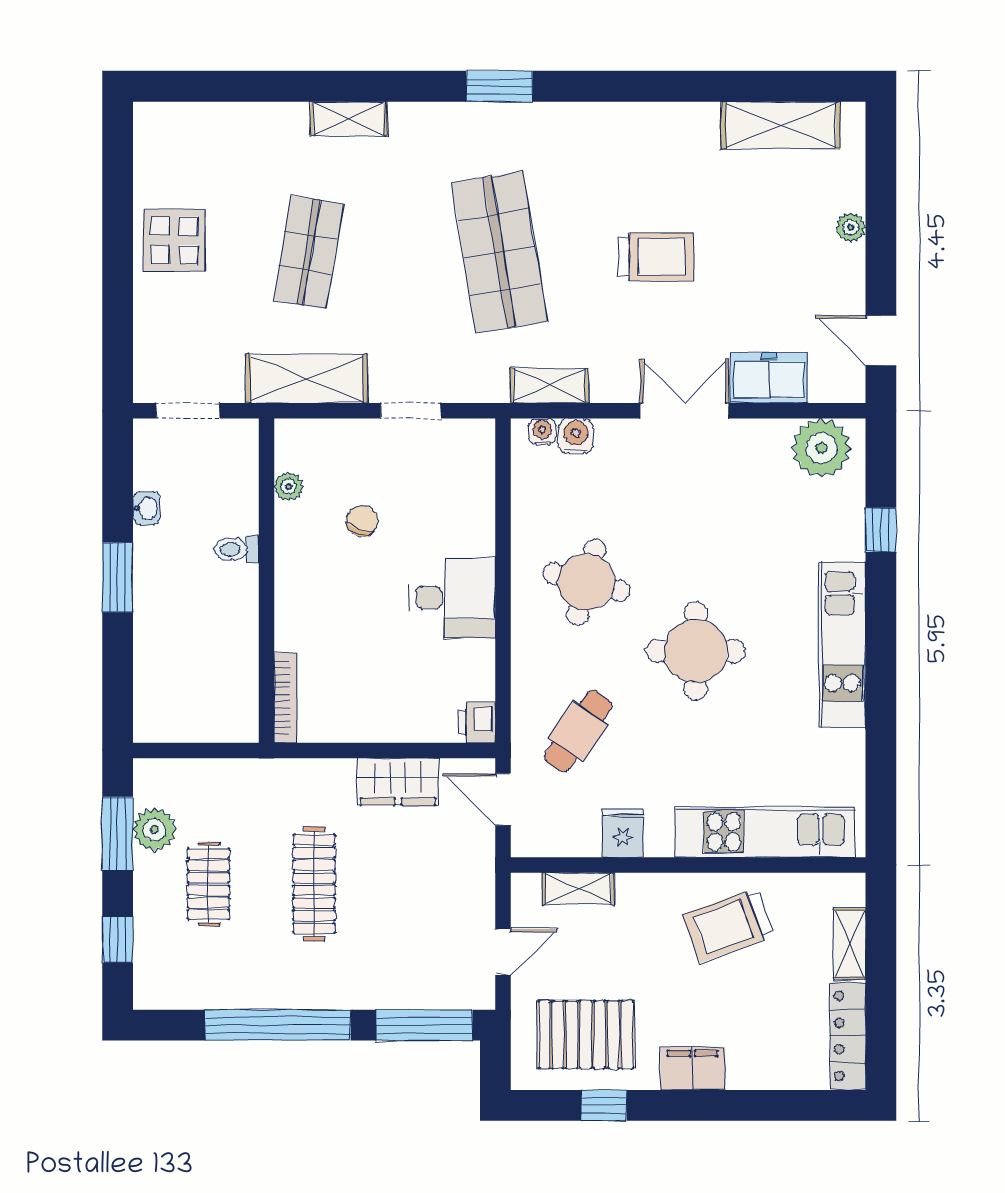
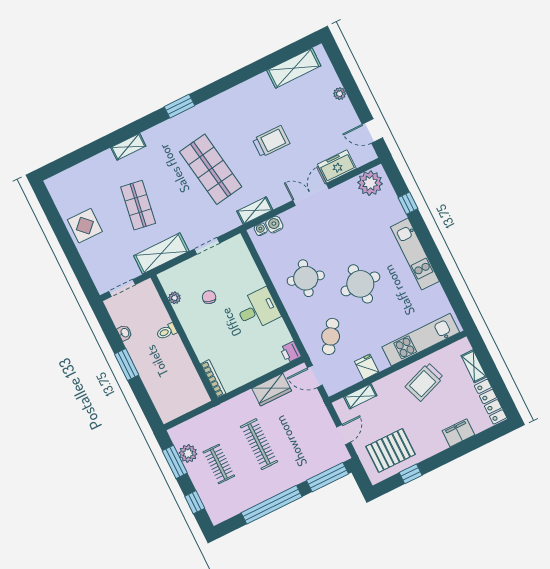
filing cabinet: (693, 1068) -> (458, 433), moved

